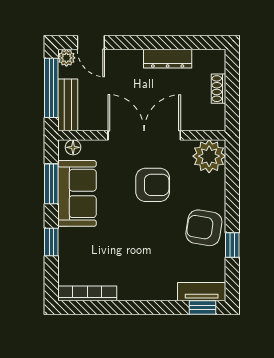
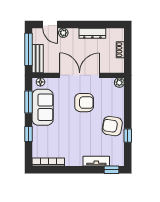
plant: (66, 58) -> (63, 33), moved
plant: (209, 156) -> (119, 83), width x0.53, depth x0.53
tv unit: (202, 292) -> (96, 161), moved

